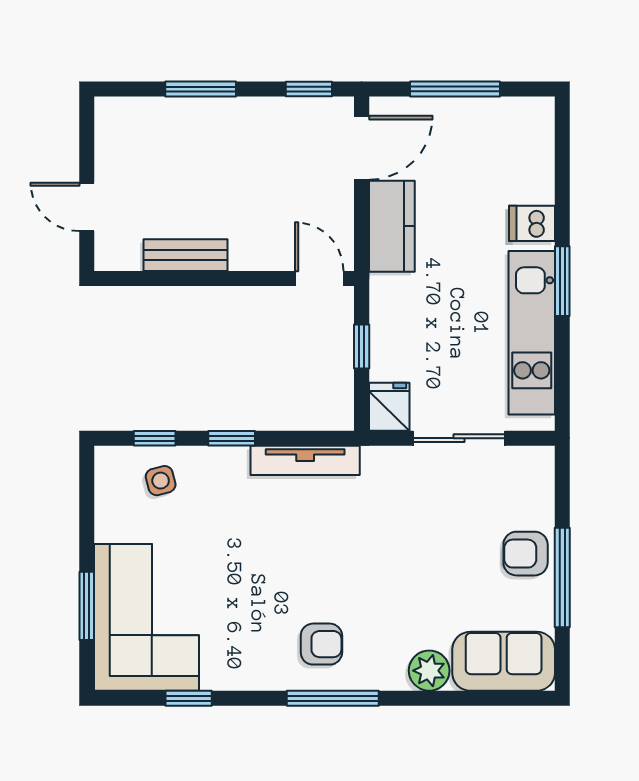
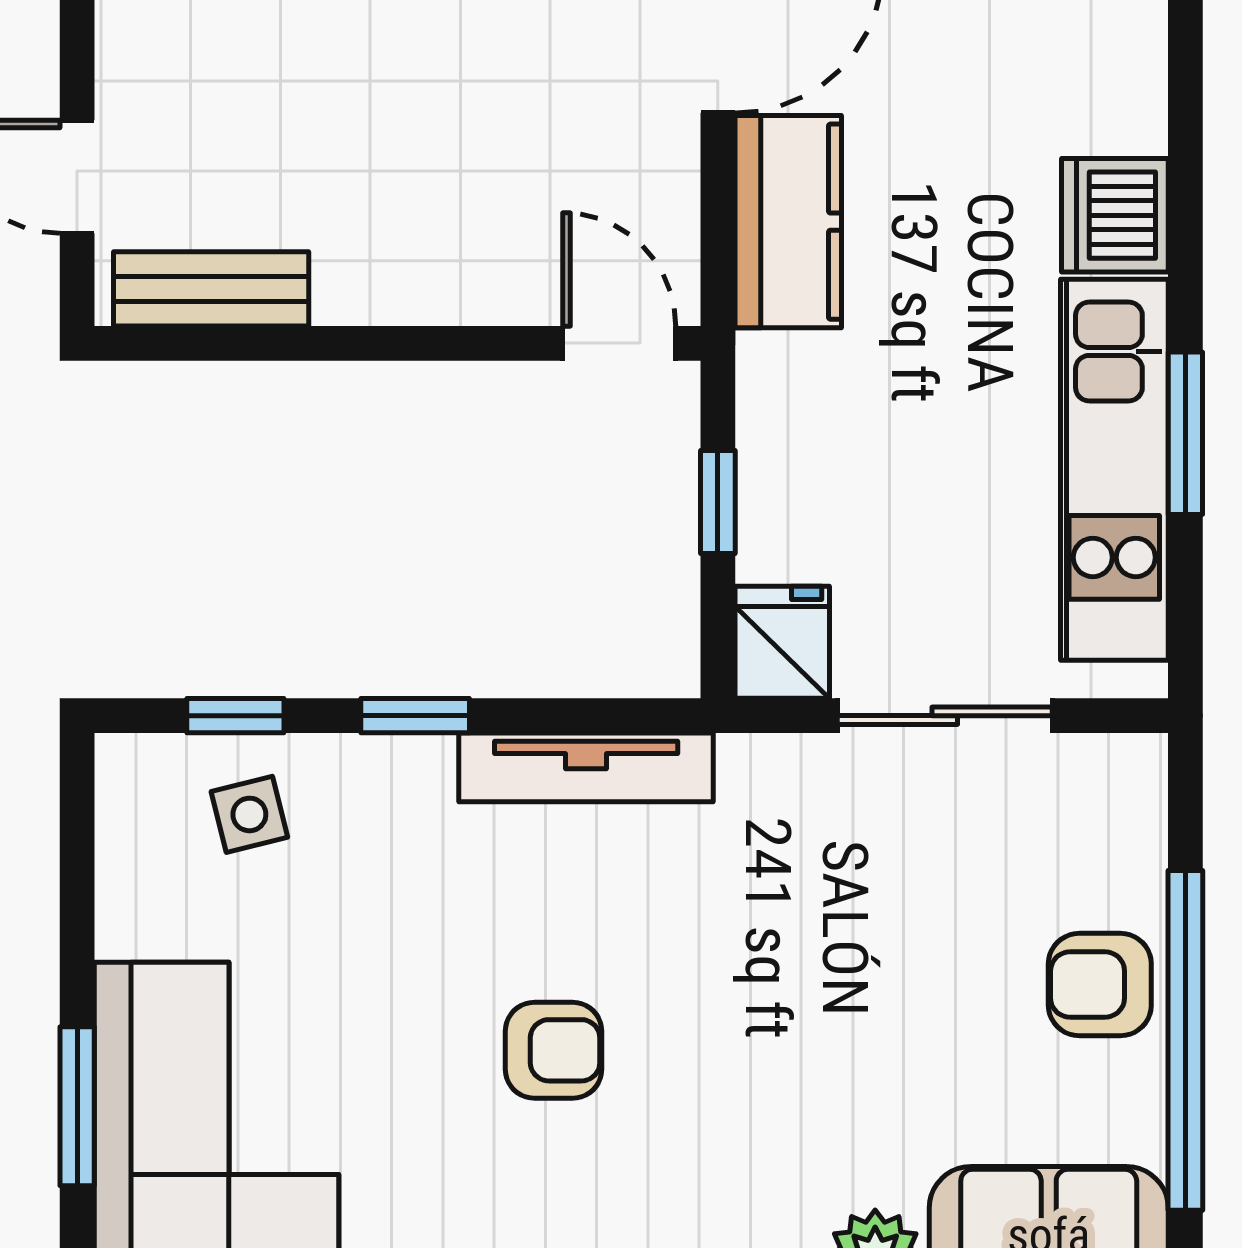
dishwasher: (532, 223) -> (1115, 215), width x1.38
bench: (186, 255) -> (211, 289), moved
window: (562, 281) -> (1185, 433), moved
window: (562, 578) -> (1185, 1040), width x1.46
armchair: (321, 644) -> (554, 1050), moved

